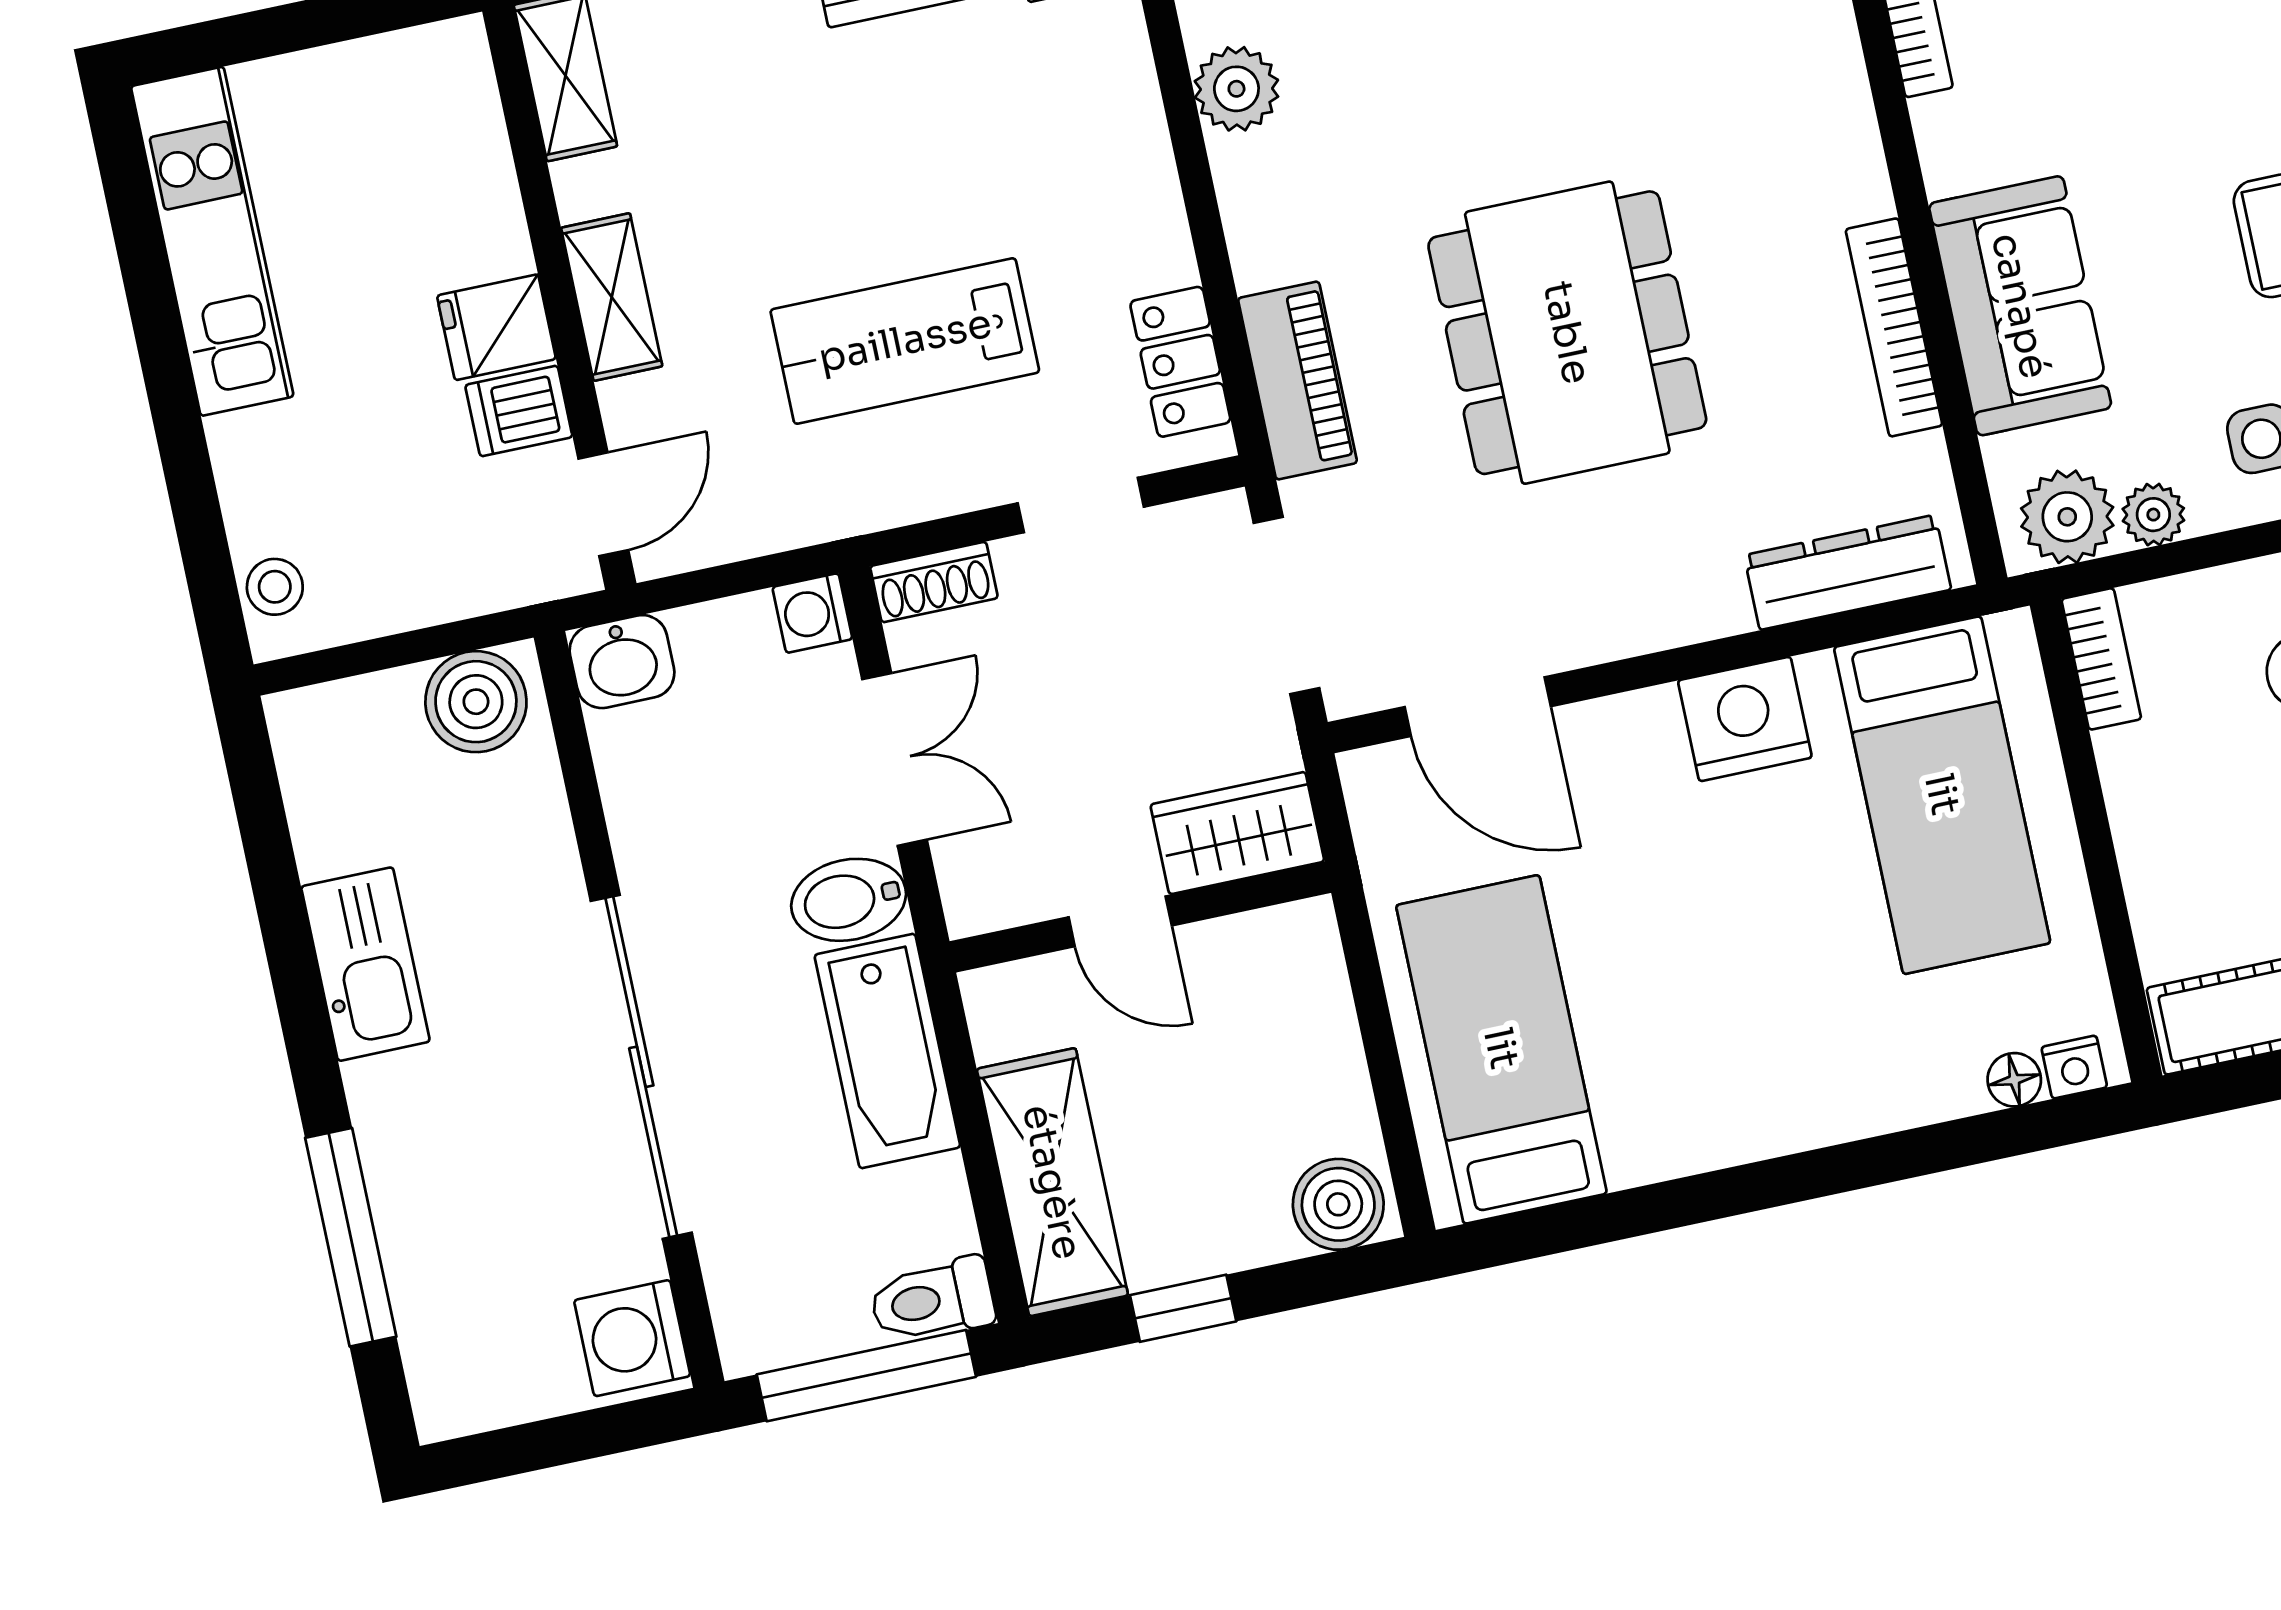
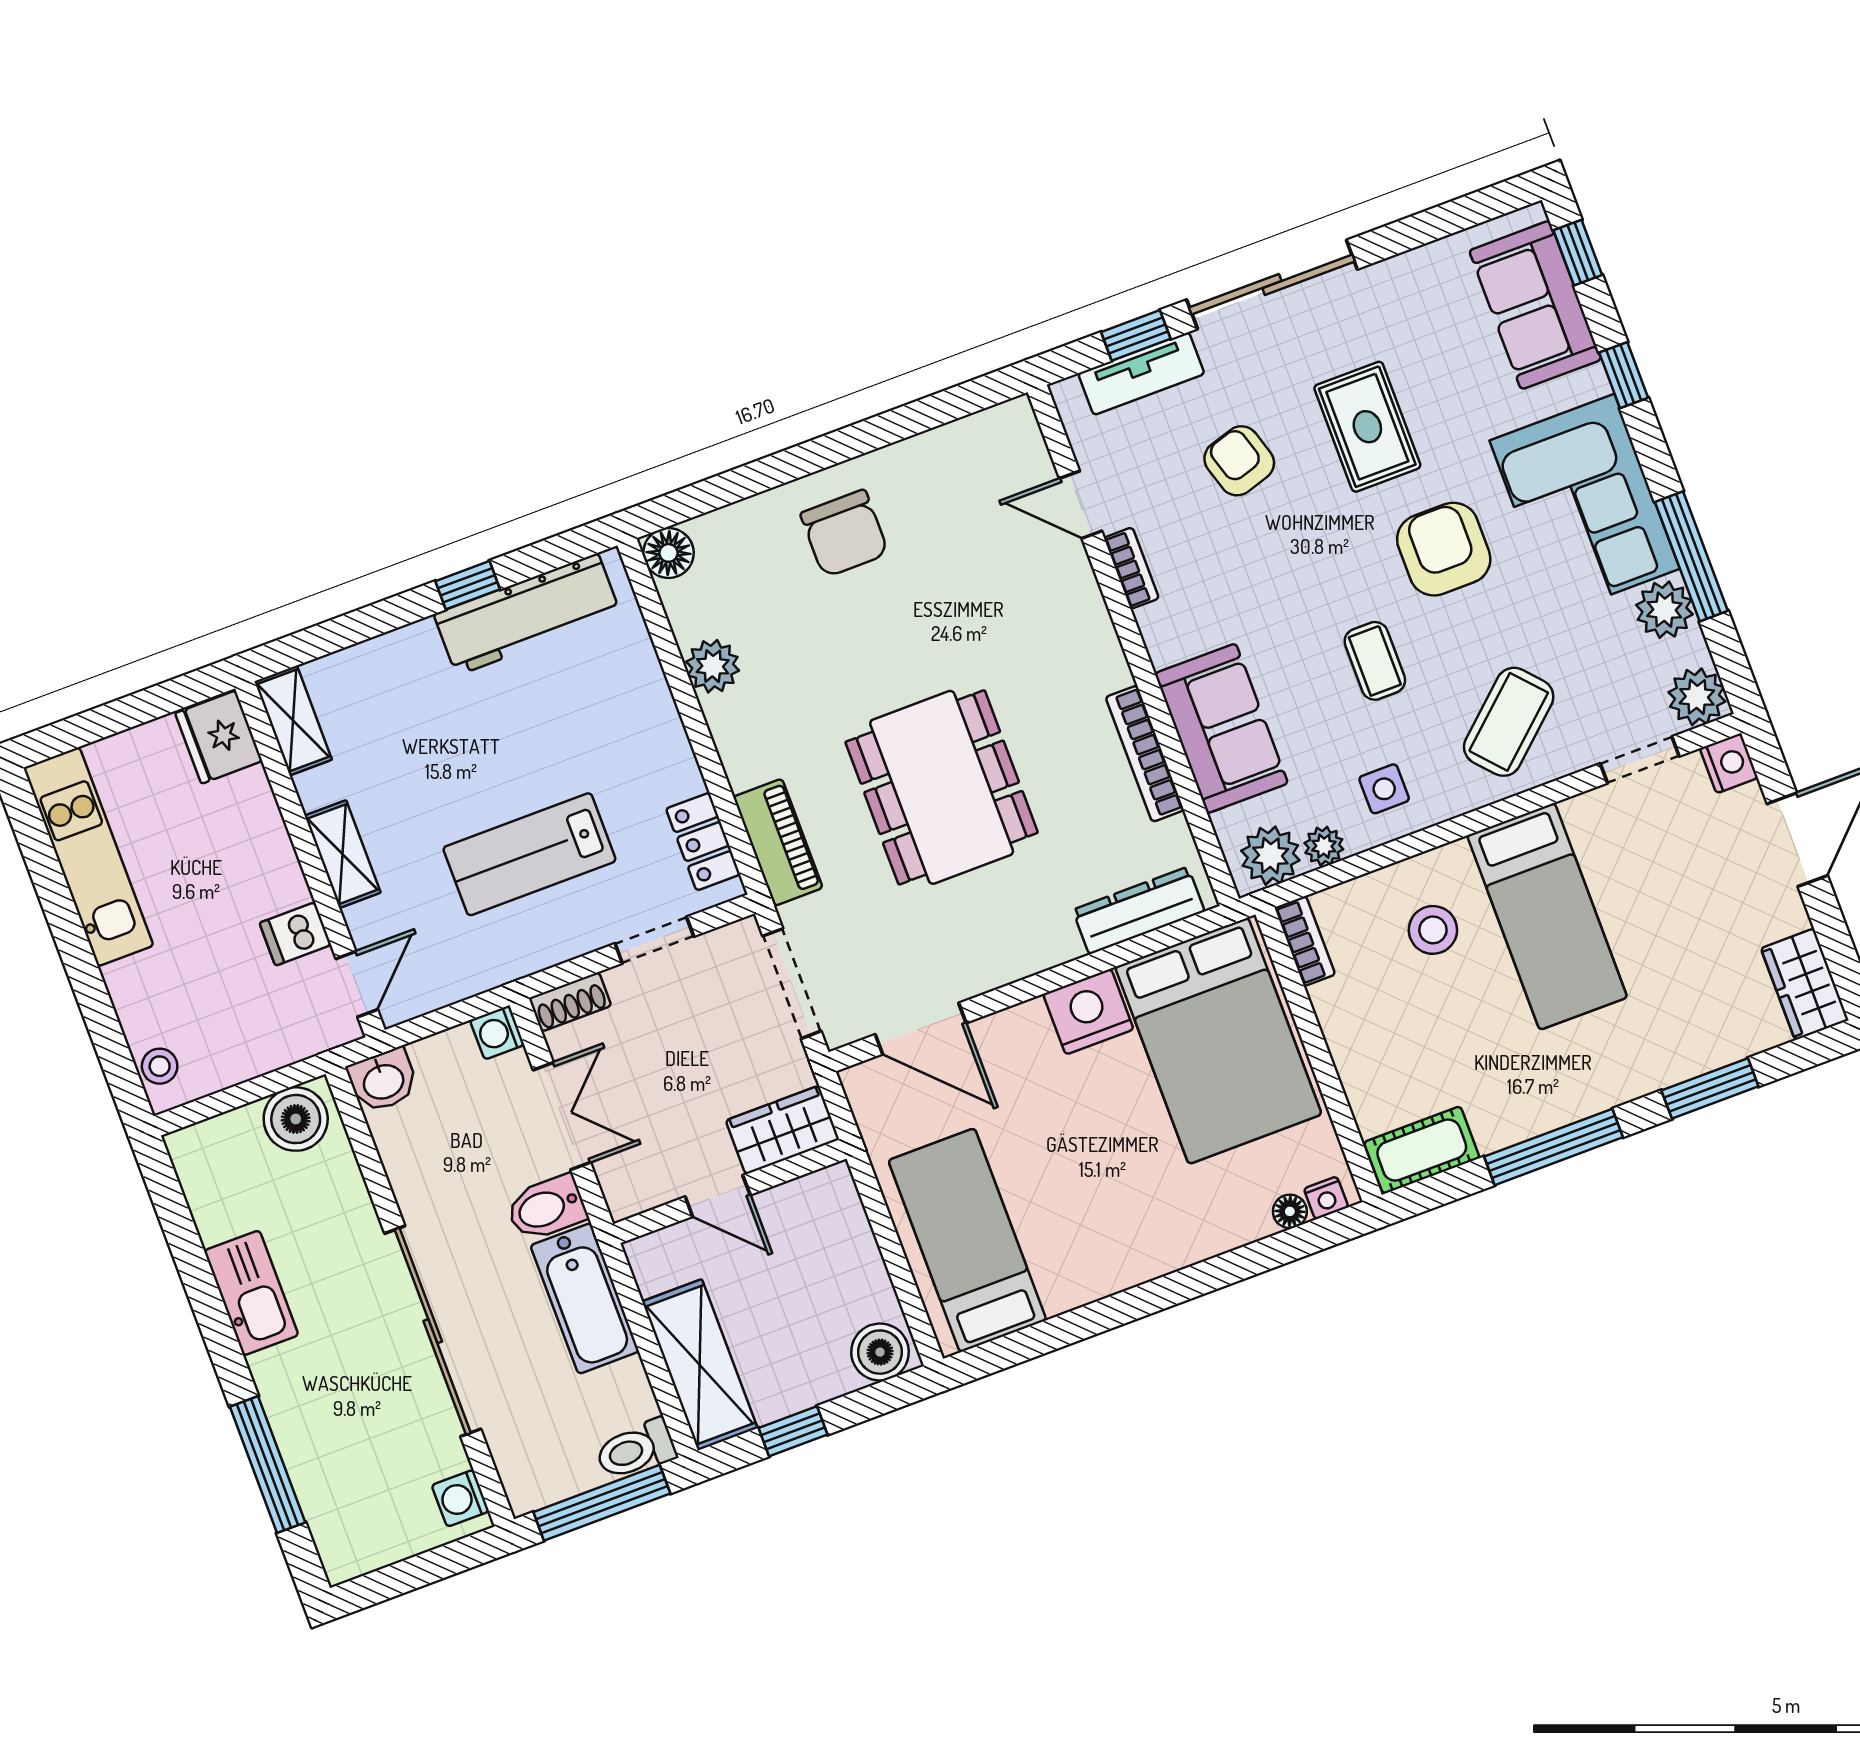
fridge: (496, 327) -> (219, 737), moved, width x1.38
bed: (1942, 795) -> (1218, 1041), width x1.50
washing machine: (632, 1338) -> (460, 1498), width x0.73, depth x0.73

